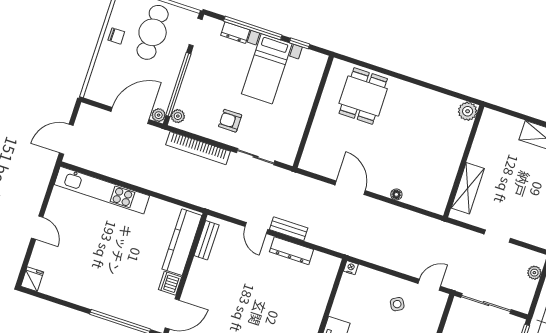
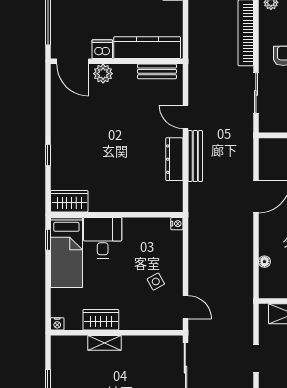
floor lamp: (396, 194) -> (264, 262), moved
door: (256, 228) -> (185, 117), hinge flipped
bench: (289, 229) -> (195, 156), width x1.36
plant: (192, 290) -> (103, 74), added

